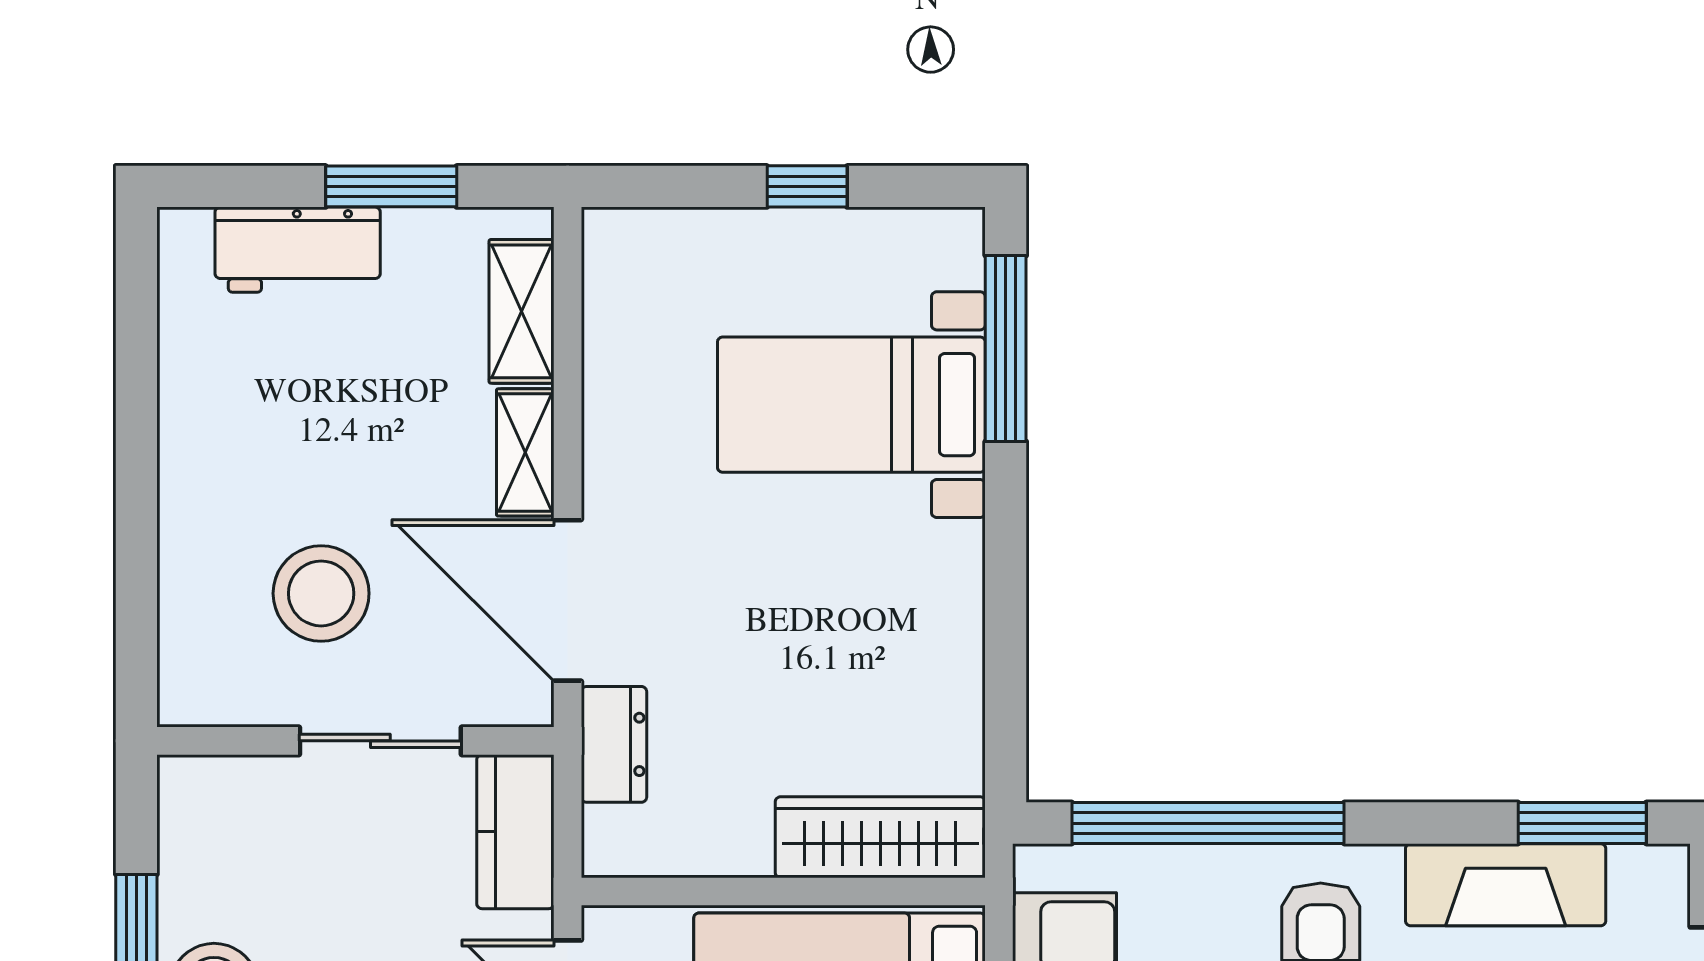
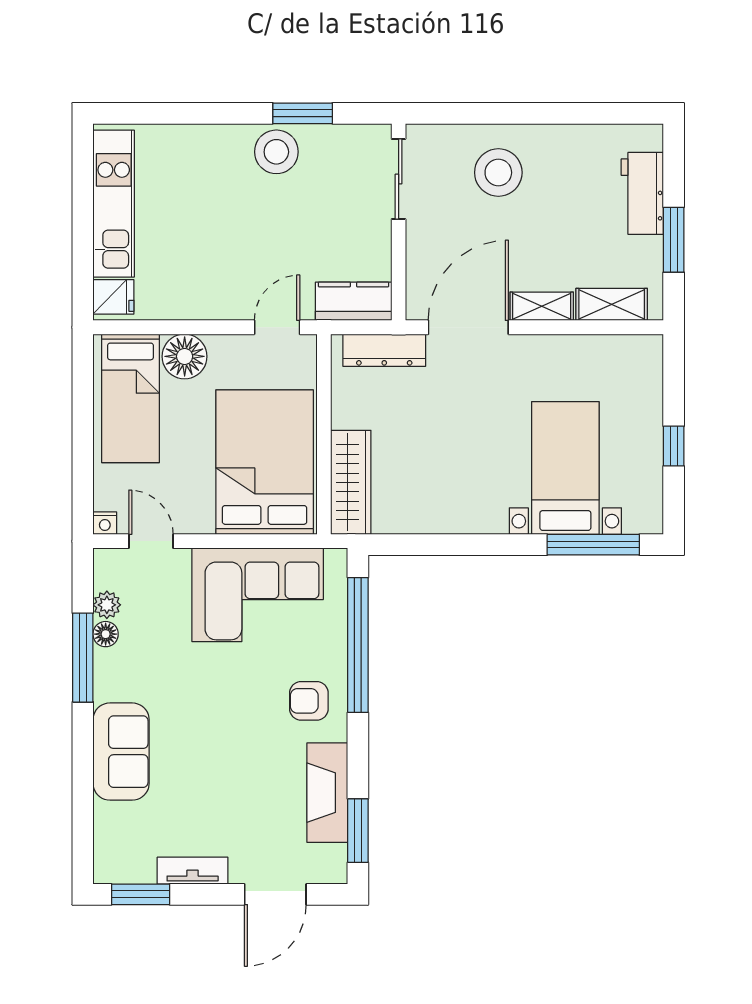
stool: (321, 593) -> (498, 173), moved
sliding door: (380, 741) -> (399, 179), moved
dresser: (614, 744) -> (384, 350), width x1.44

